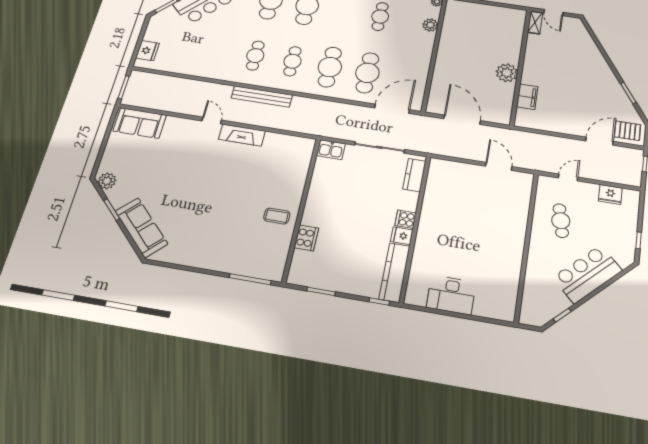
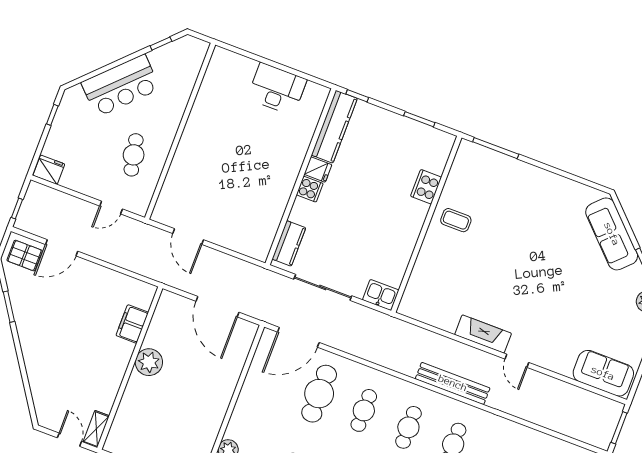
cafe table: (330, 67) -> (364, 410), width x0.73, depth x0.74
fridge: (610, 194) -> (49, 170), moved

